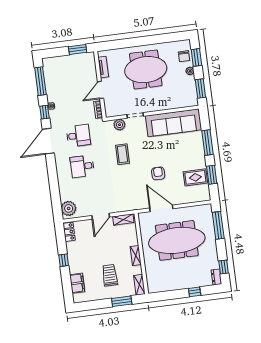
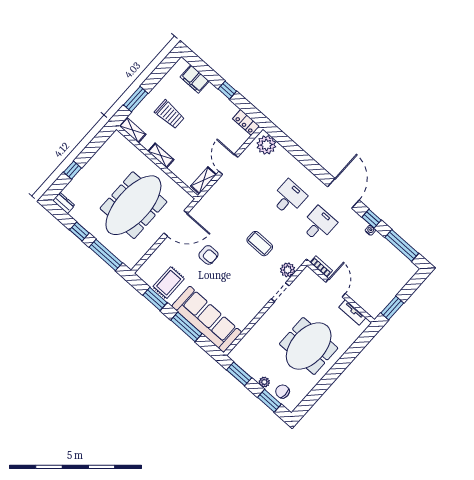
sofa: (173, 123) -> (207, 319), moved, turned 90
desk: (78, 136) -> (319, 224), turned 180
window: (224, 267) -> (79, 231), moved

